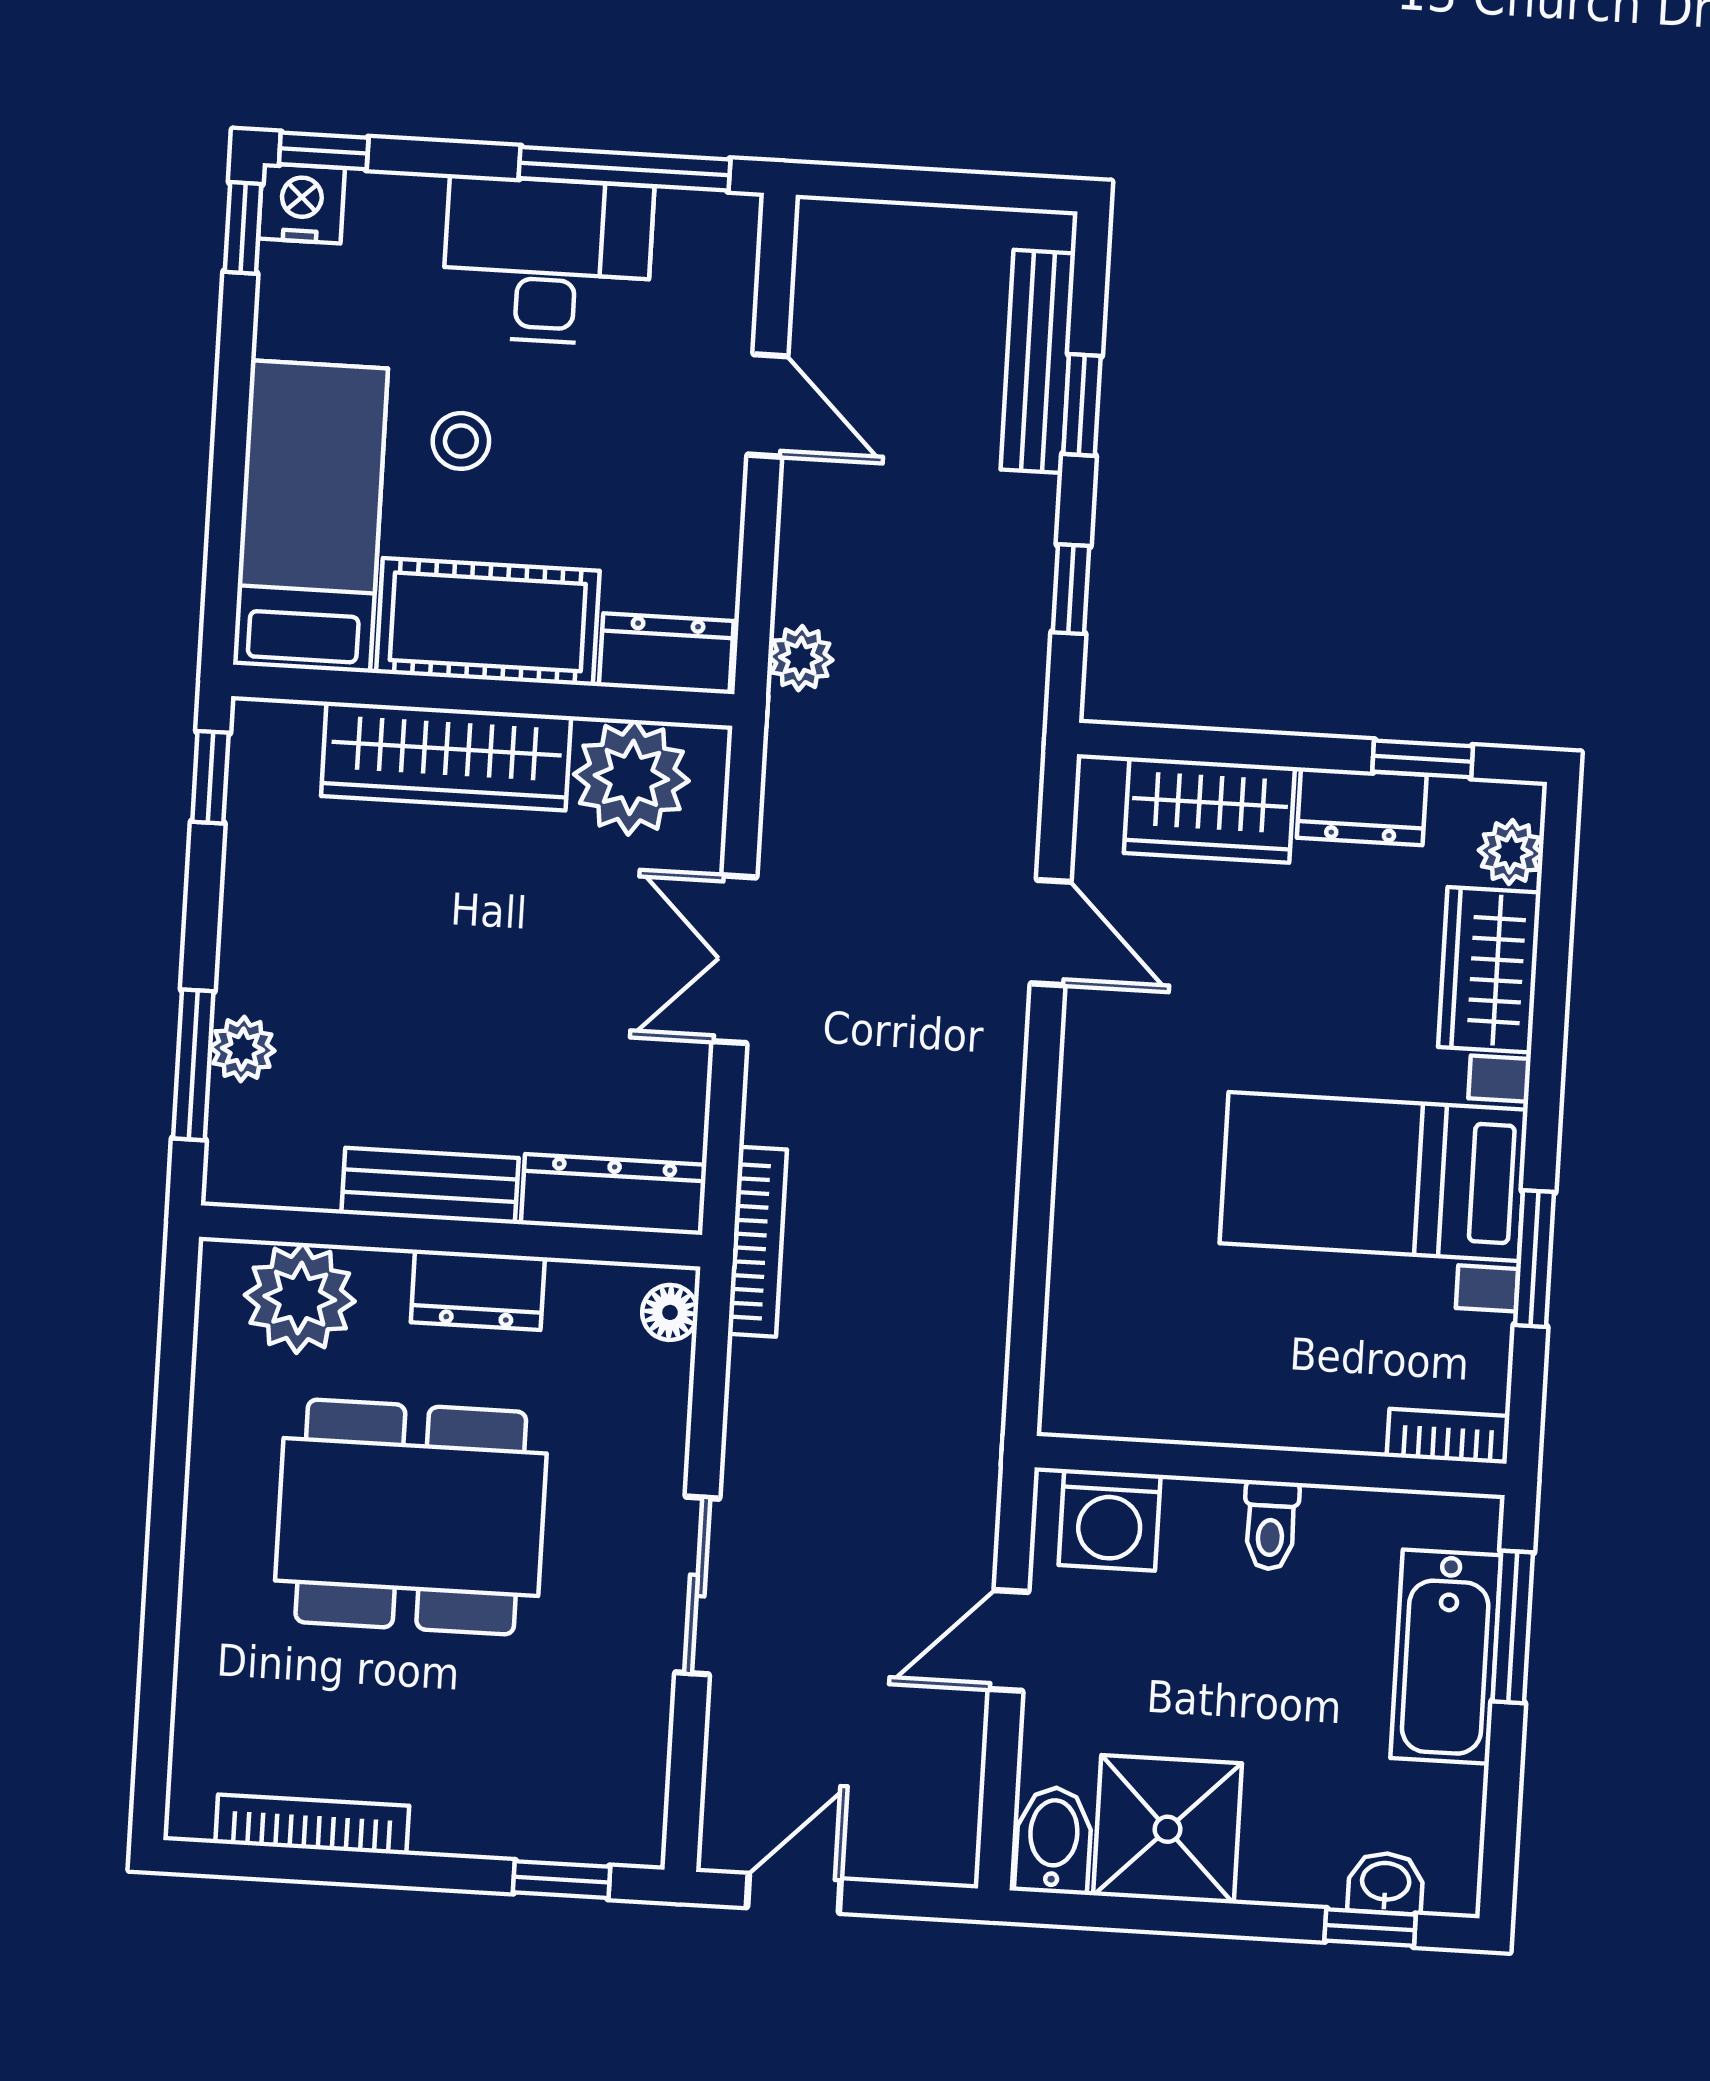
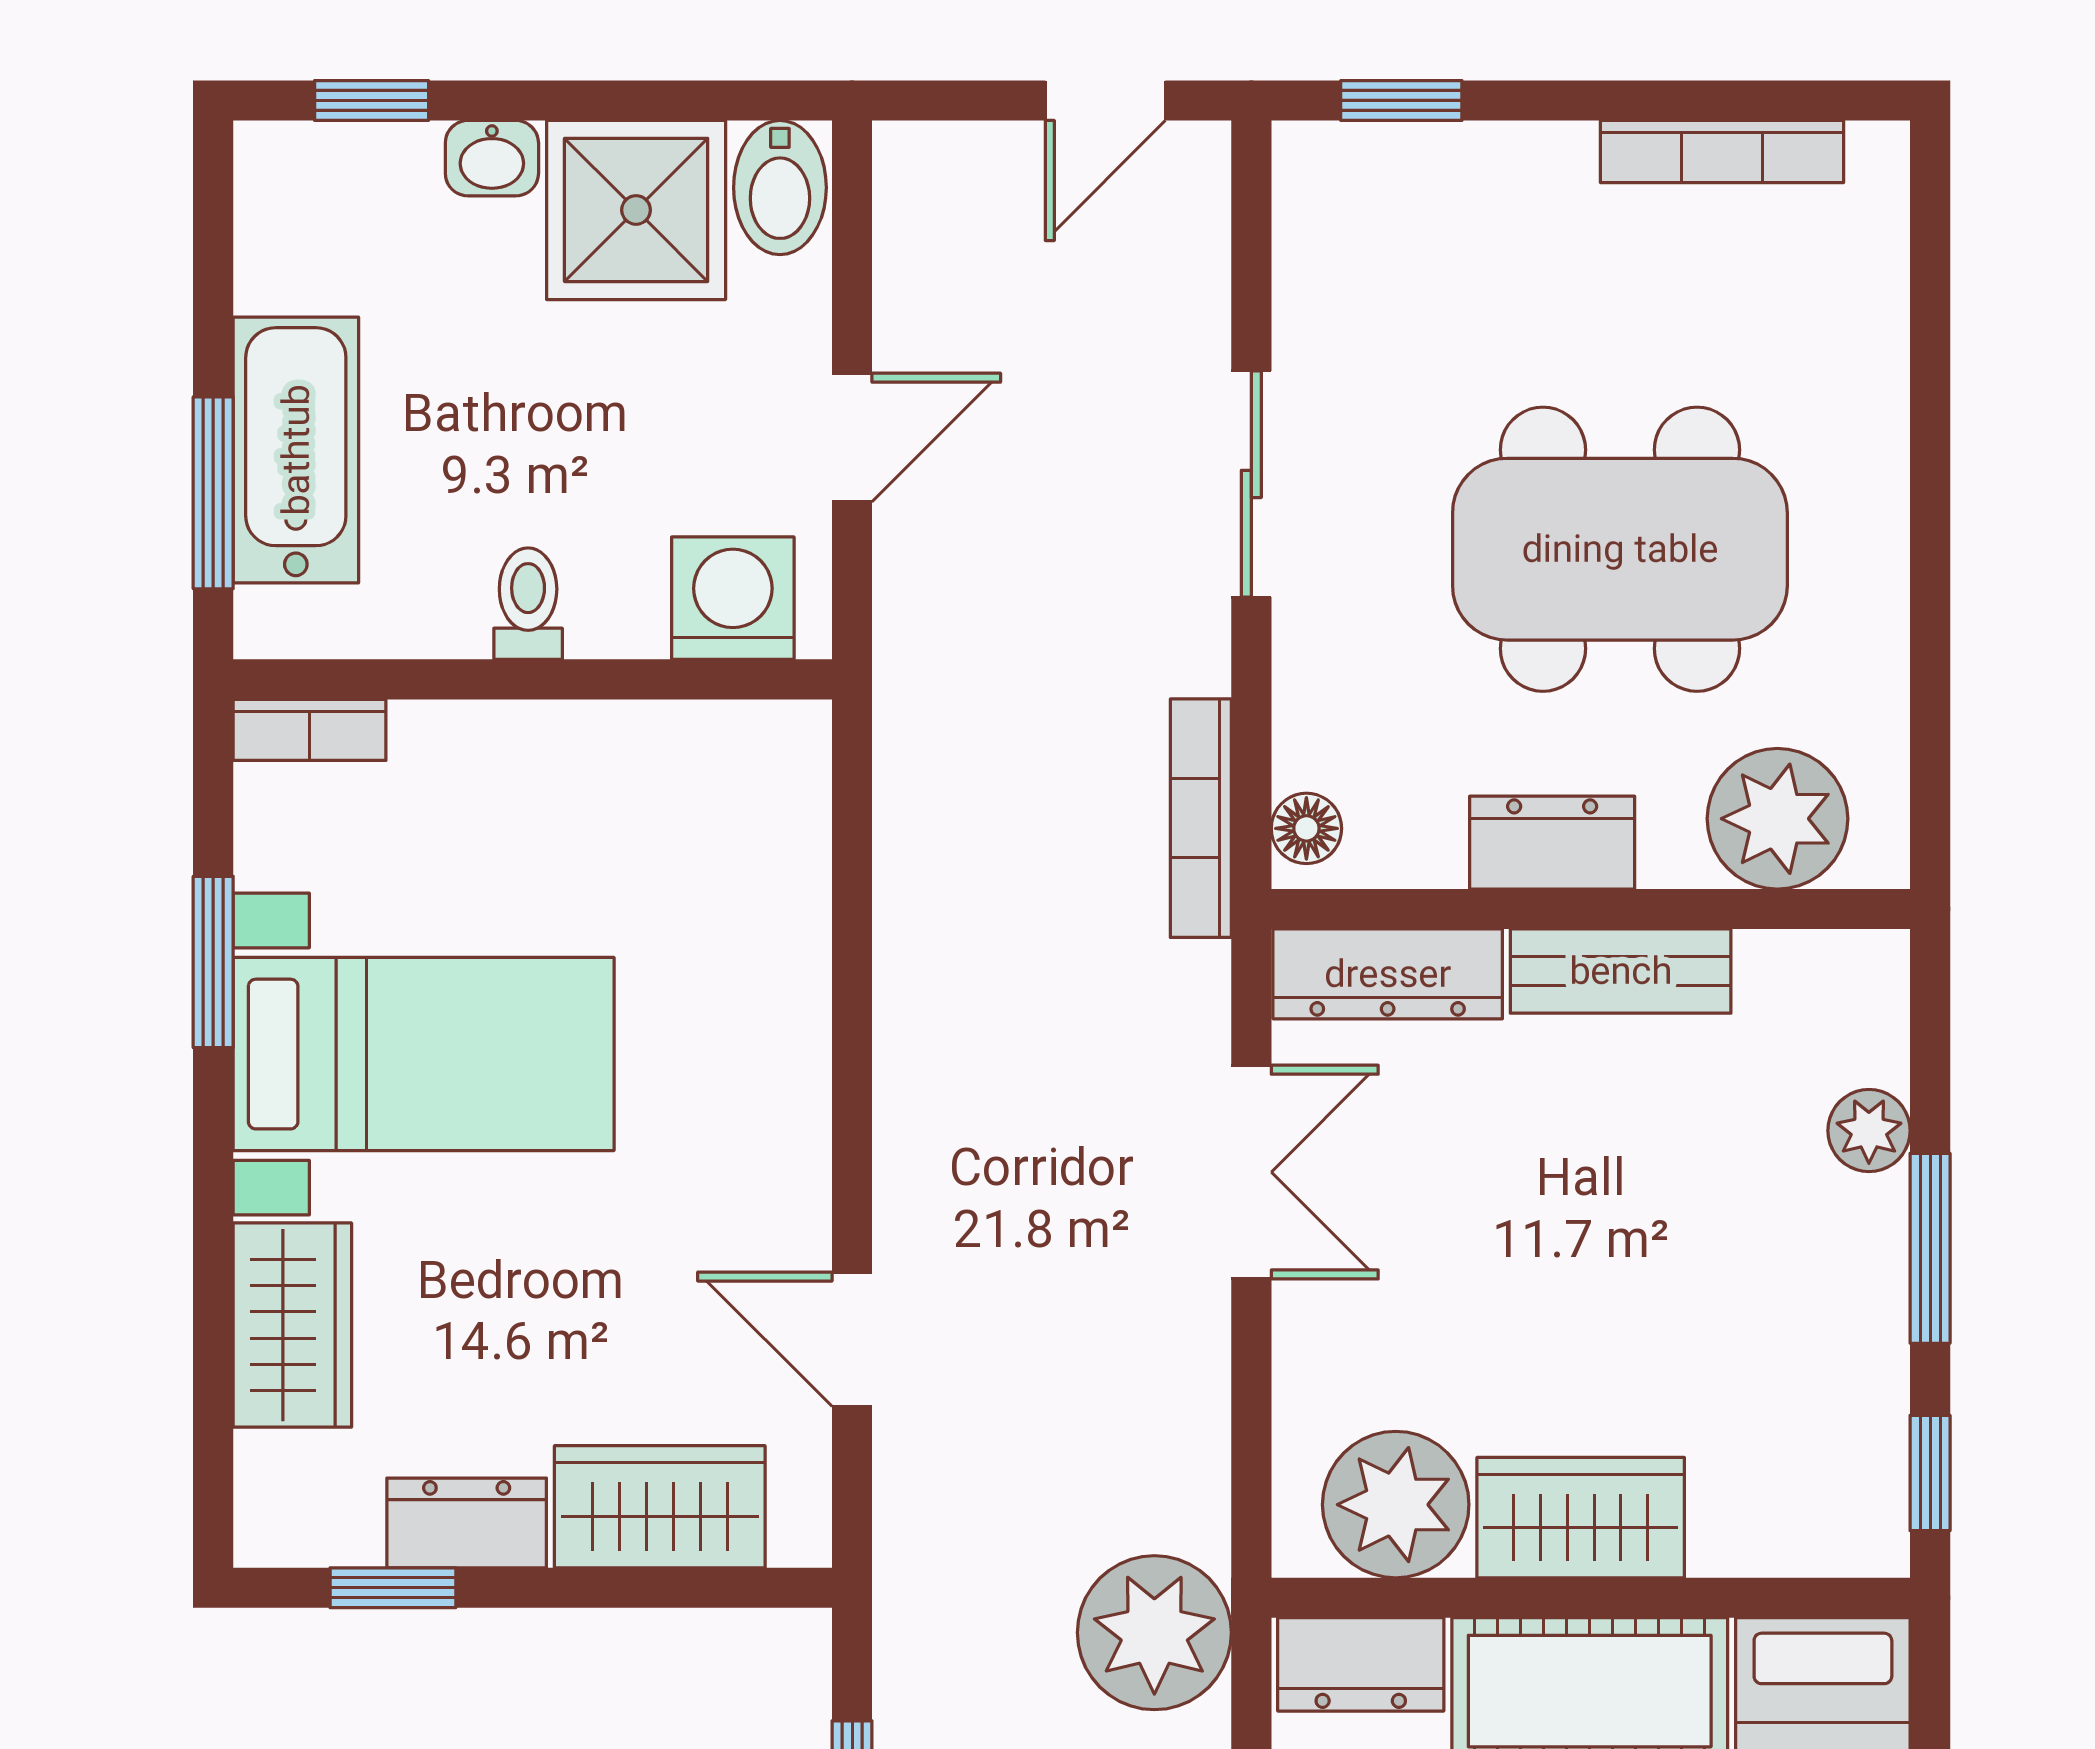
plant: (800, 658) -> (1154, 1633), width x1.87, depth x1.87
wardrobe: (446, 756) -> (1581, 1518), width x0.67
plant: (1511, 852) -> (274, 1476), removed
double door: (734, 959) -> (1251, 1172), moved
window: (193, 1065) -> (1930, 1248), moved
bookcase: (757, 1242) -> (1201, 818), moved
washbasin: (1386, 1883) -> (492, 158), moved

